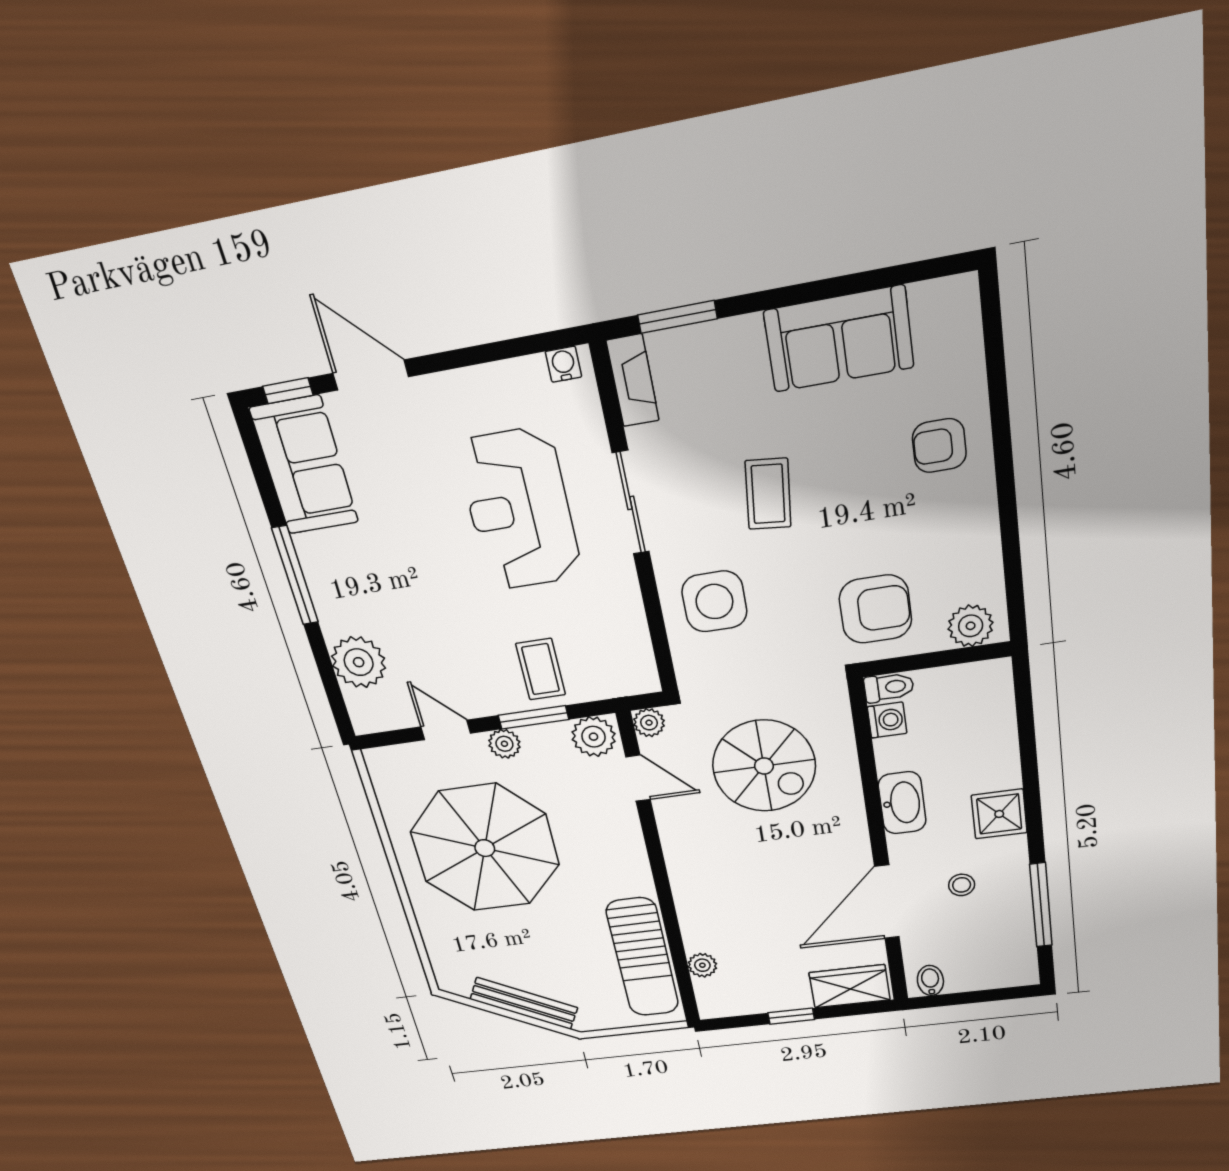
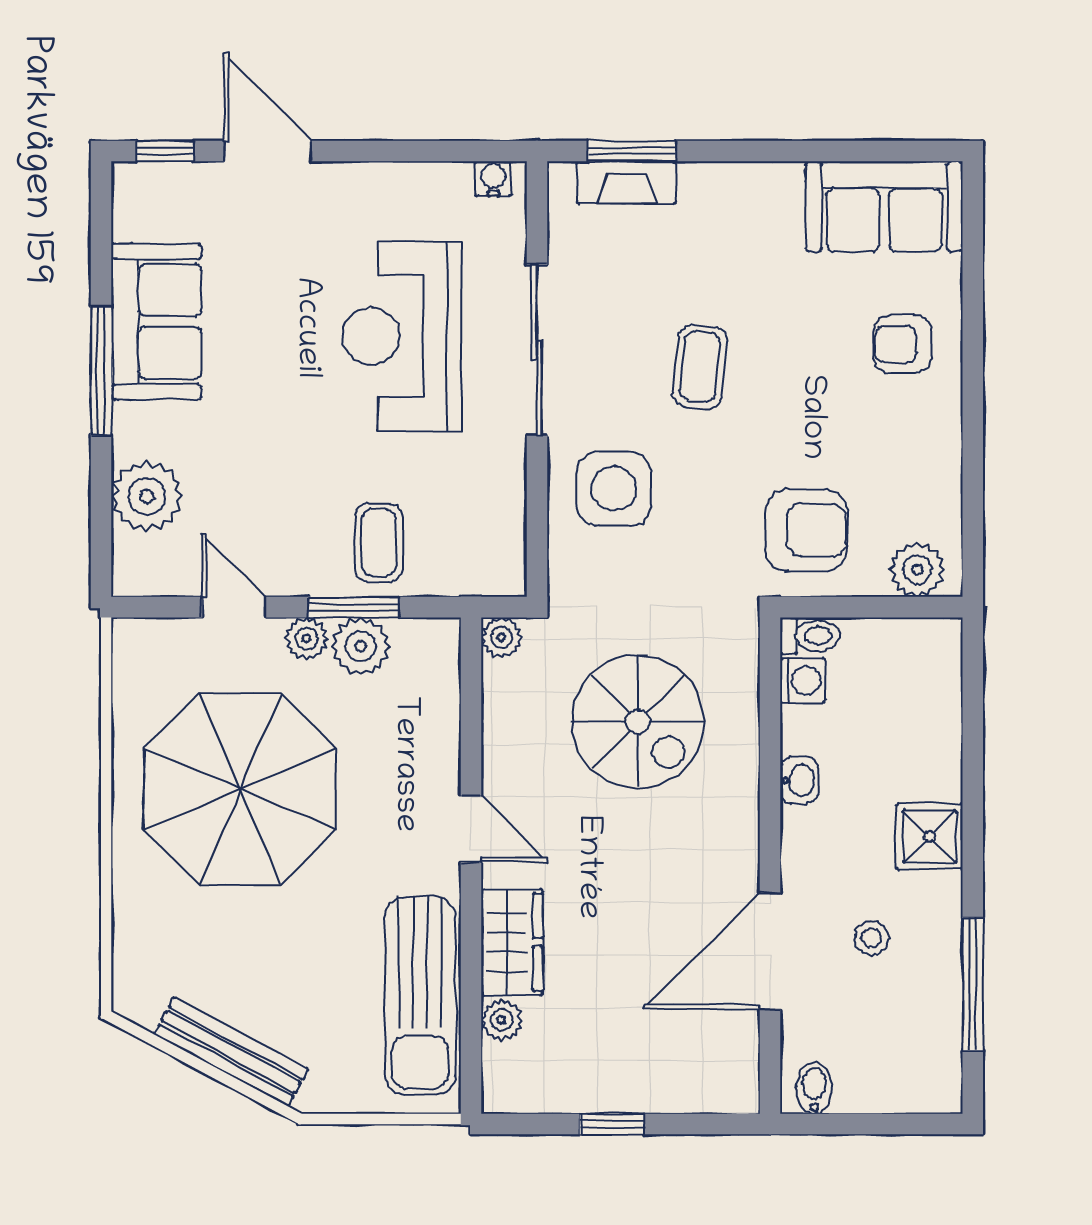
sofa: (839, 339) -> (884, 206), moved
fireplace: (633, 381) -> (627, 182), moved, turned 90
sofa: (304, 466) -> (156, 321), moved
sliding door: (631, 503) -> (537, 350), width x1.37
plant: (594, 737) -> (361, 646), moved
door: (638, 778) -> (471, 829), moved
washbasin: (902, 803) -> (799, 780), width x0.52, depth x0.69
wardrobe: (850, 986) -> (512, 942), moved, turned 90

